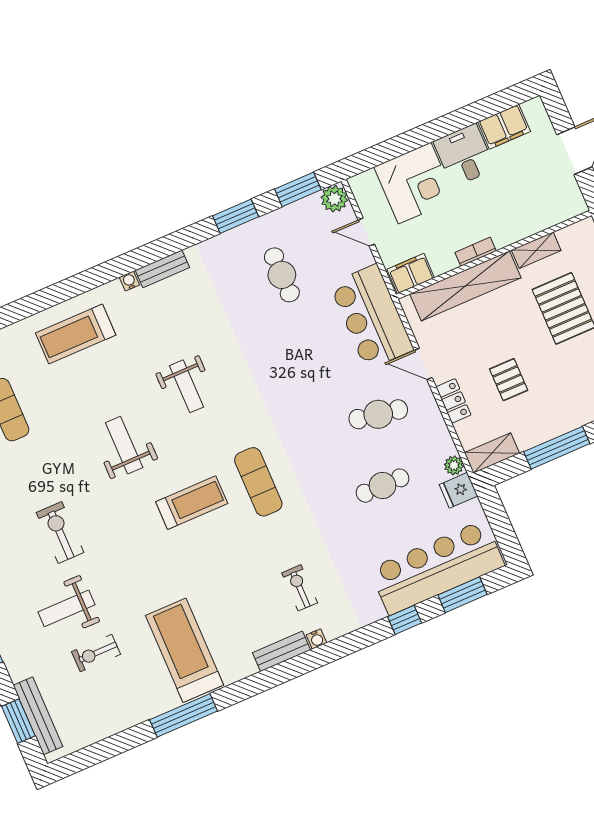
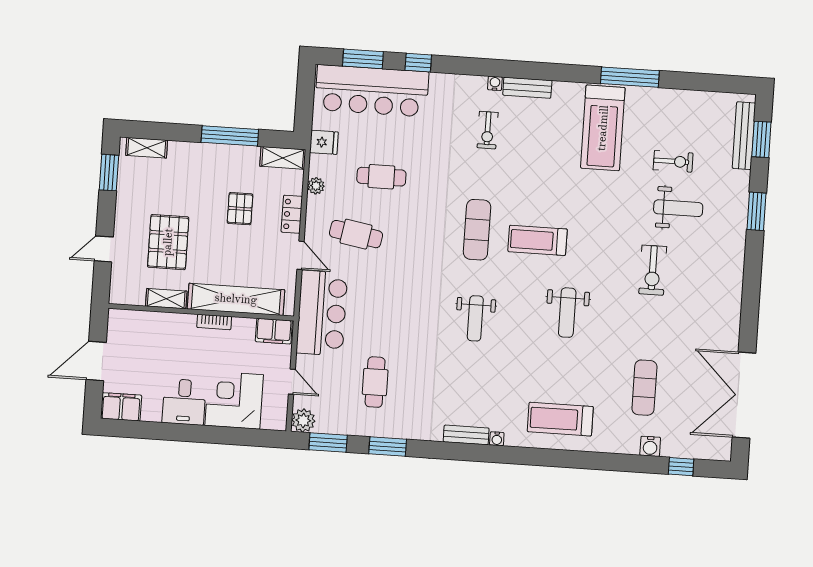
filing cabinet: (504, 127) -> (121, 407), moved
treadmill: (76, 334) -> (560, 419), turned 180
weight bench: (187, 386) -> (475, 318), moved, turned 180
plant: (454, 465) -> (316, 186), moved

